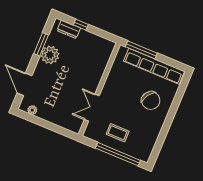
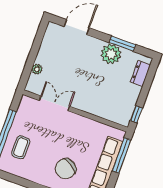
window: (81, 25) -> (136, 114), moved
plant: (32, 110) -> (37, 69), moved
coffee table: (118, 133) -> (21, 147), moved

